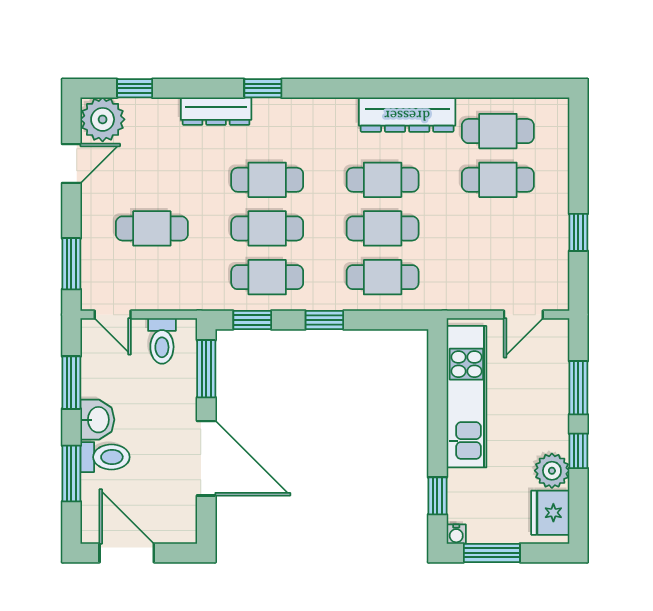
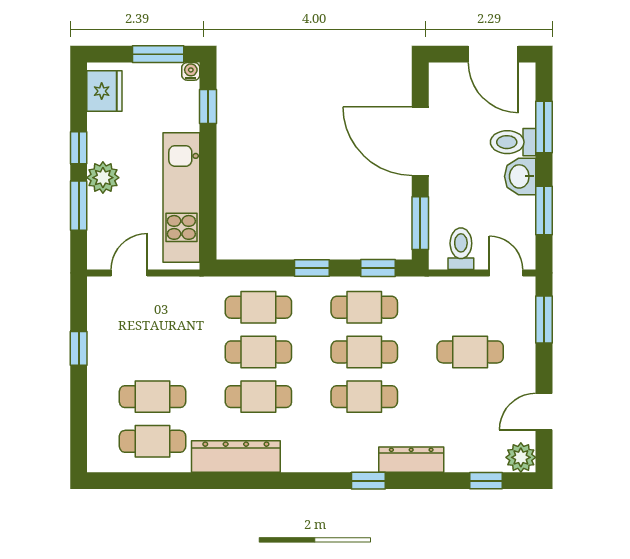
plant: (103, 119) -> (521, 457), width x0.73, depth x0.73
plant: (552, 471) -> (103, 178), moved

